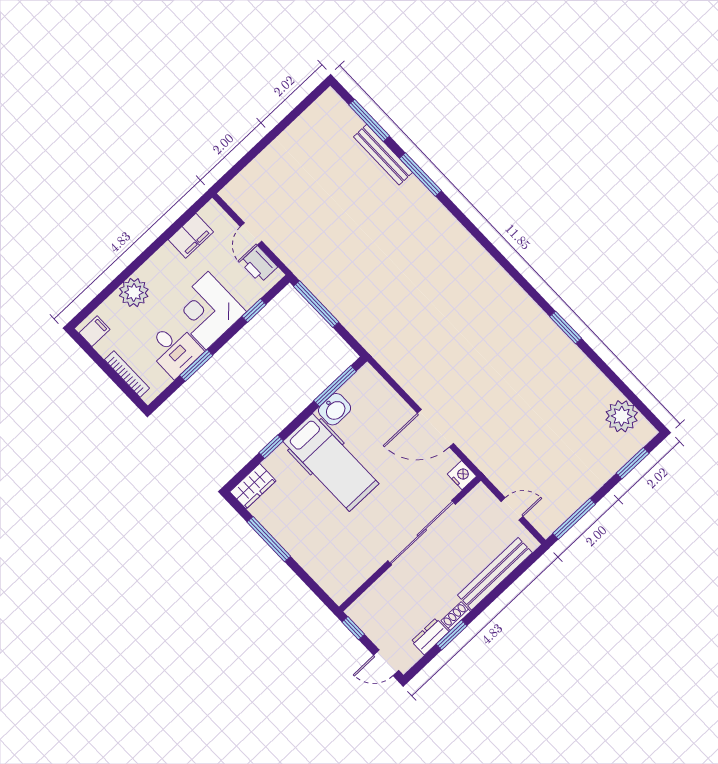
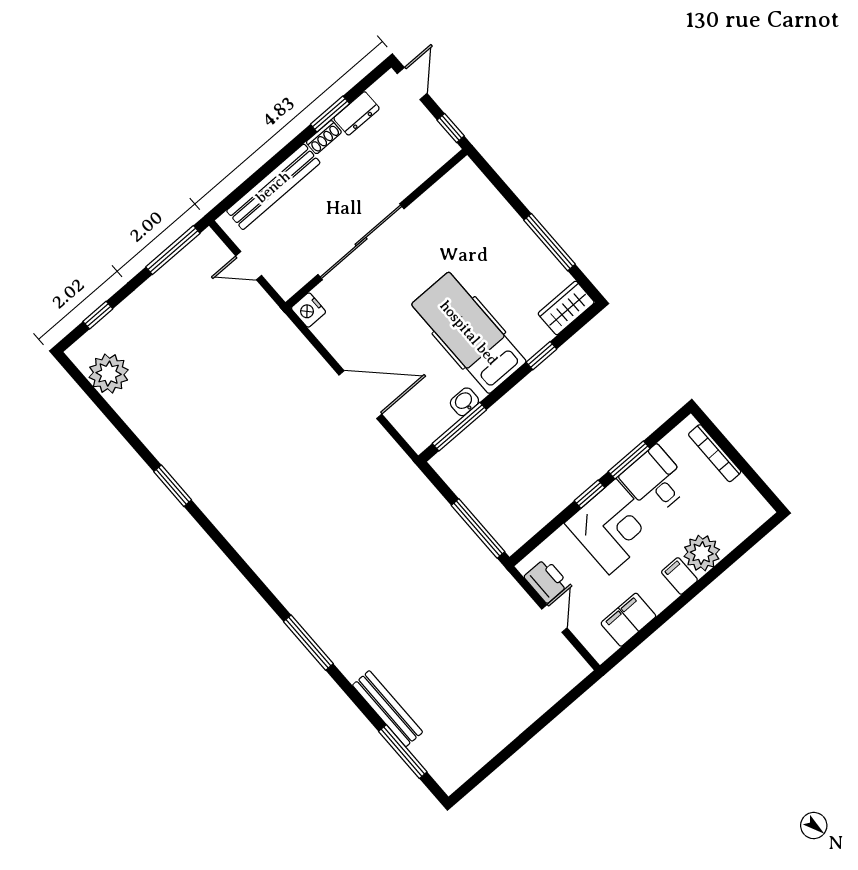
window: (420, 175) -> (308, 643), moved
window: (254, 311) -> (589, 494), moved
filing cabinet: (94, 331) -> (679, 576), moved, turned 90
washbasin: (335, 409) -> (464, 402), width x0.72, depth x0.69
door: (435, 428) -> (360, 395), moved
window: (633, 463) -> (98, 315), width x0.67
door: (386, 663) -> (412, 83), hinge flipped

